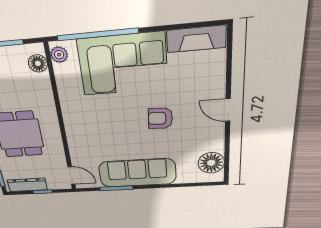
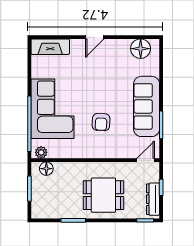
fireplace: (196, 39) -> (50, 47), moved, turned 90
armchair: (160, 118) -> (101, 122), moved

